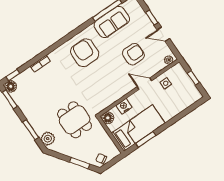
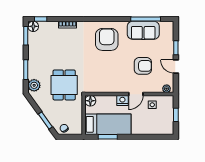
door: (144, 84) -> (136, 94), swing flipped
nightstand: (124, 106) -> (122, 100), moved

